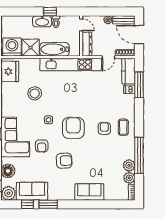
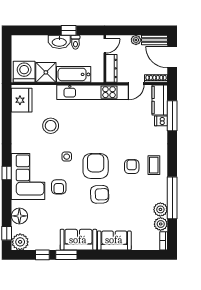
door: (81, 25) -> (105, 46), hinge flipped
armchair: (64, 161) -> (100, 194), moved
sofa: (32, 191) -> (78, 240), moved

